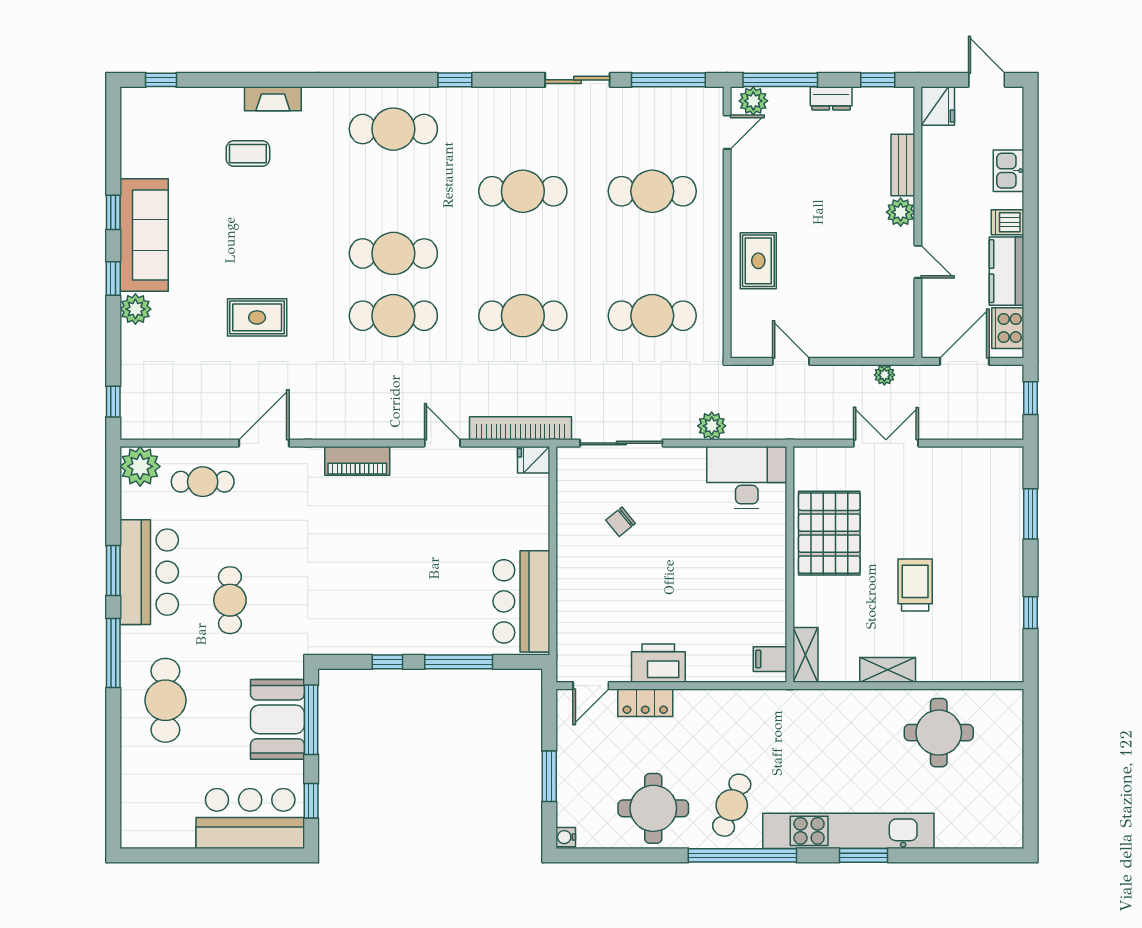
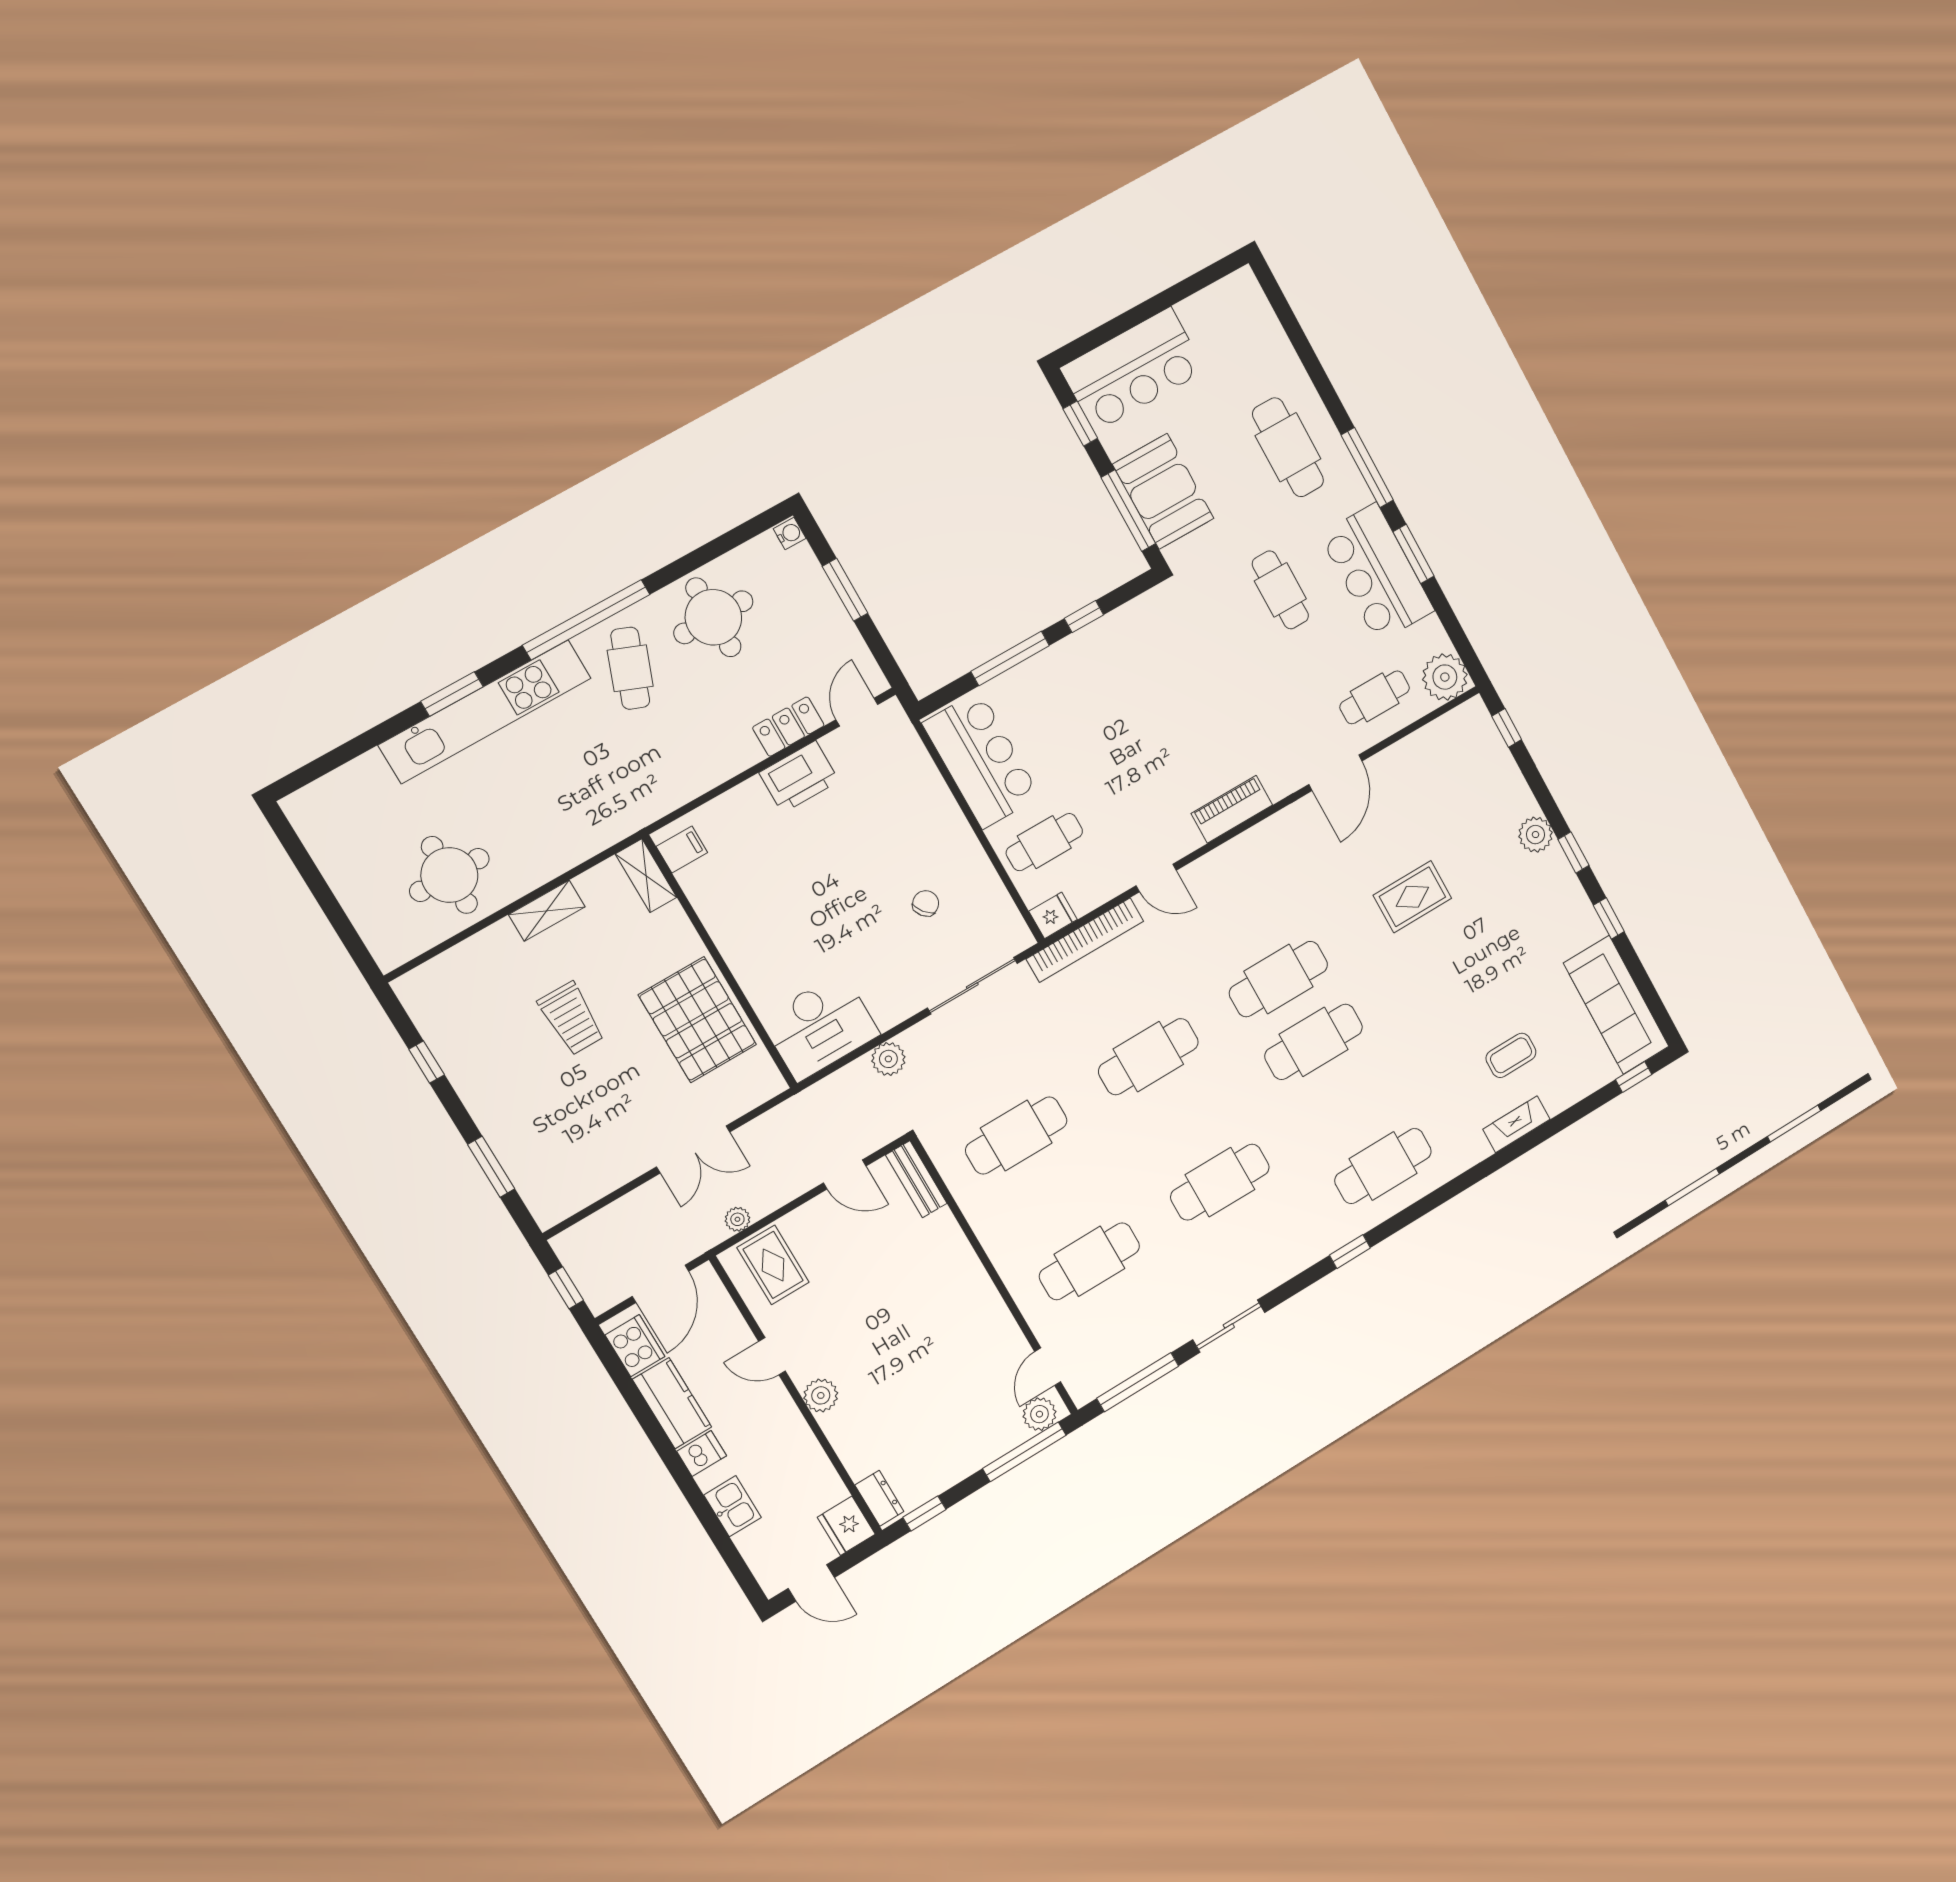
dresser: (831, 98) -> (879, 1498), moved, turned 90
bench: (903, 165) -> (916, 1179), moved
sofa: (144, 235) -> (1616, 1005), moved
rug: (758, 261) -> (773, 1265), moved
cafe table: (509, 516) -> (1044, 842), added

